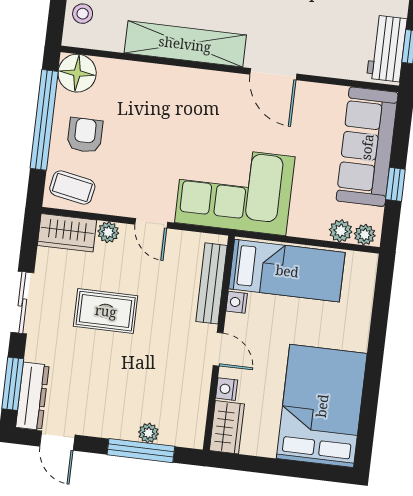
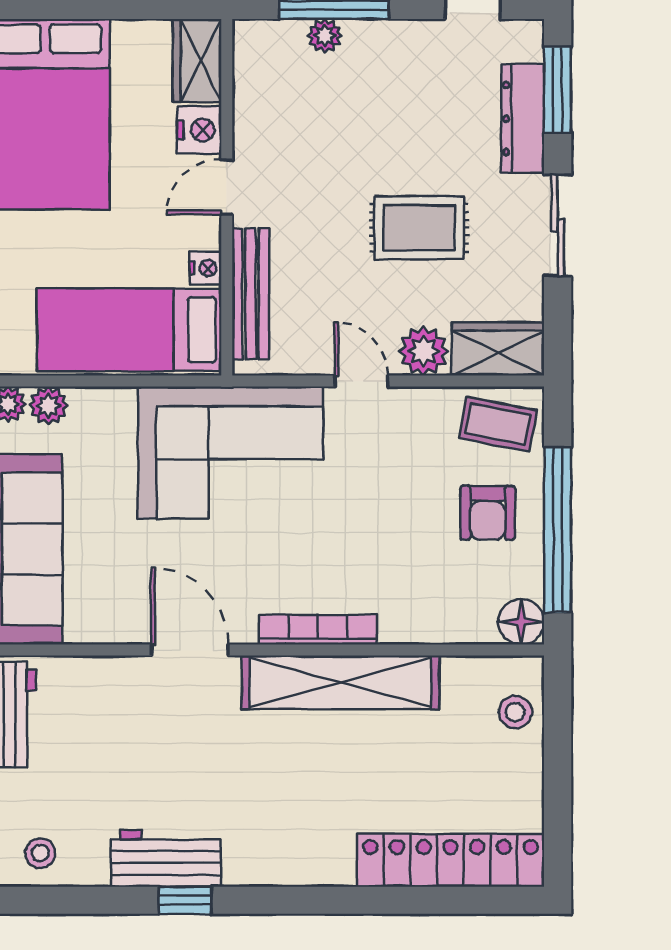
floor lamp: (77, 73) -> (521, 622), width x0.73, depth x0.73
bookcase: (195, 77) -> (318, 630), added
plant: (108, 232) -> (424, 351), width x1.38, depth x1.38
door: (218, 349) -> (227, 187), hinge flipped
nightstand: (227, 389) -> (199, 130), width x1.39, depth x1.35
dresser: (32, 396) -> (523, 119), moved

